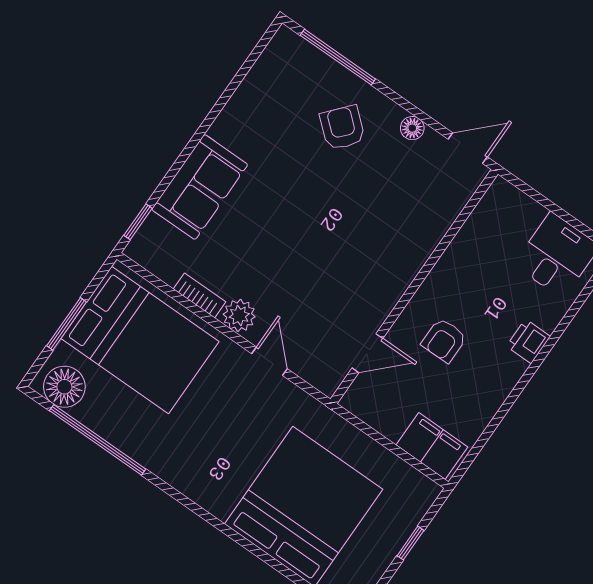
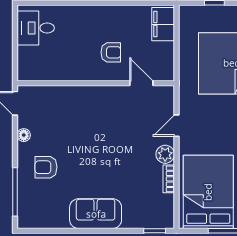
armchair: (342, 128) -> (46, 167), turned 49
sofa: (200, 187) -> (96, 214), moved
printer: (528, 341) -> (84, 13), removed

